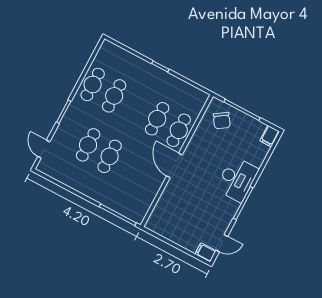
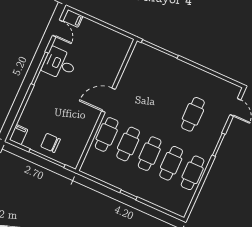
chair: (222, 121) -> (51, 143), moved, turned -56
cafe table: (110, 156) -> (150, 154), moved
door: (174, 165) -> (109, 100), swing flipped
desk: (237, 179) -> (60, 64), moved, width x0.73
door: (222, 243) -> (58, 28), swing flipped

